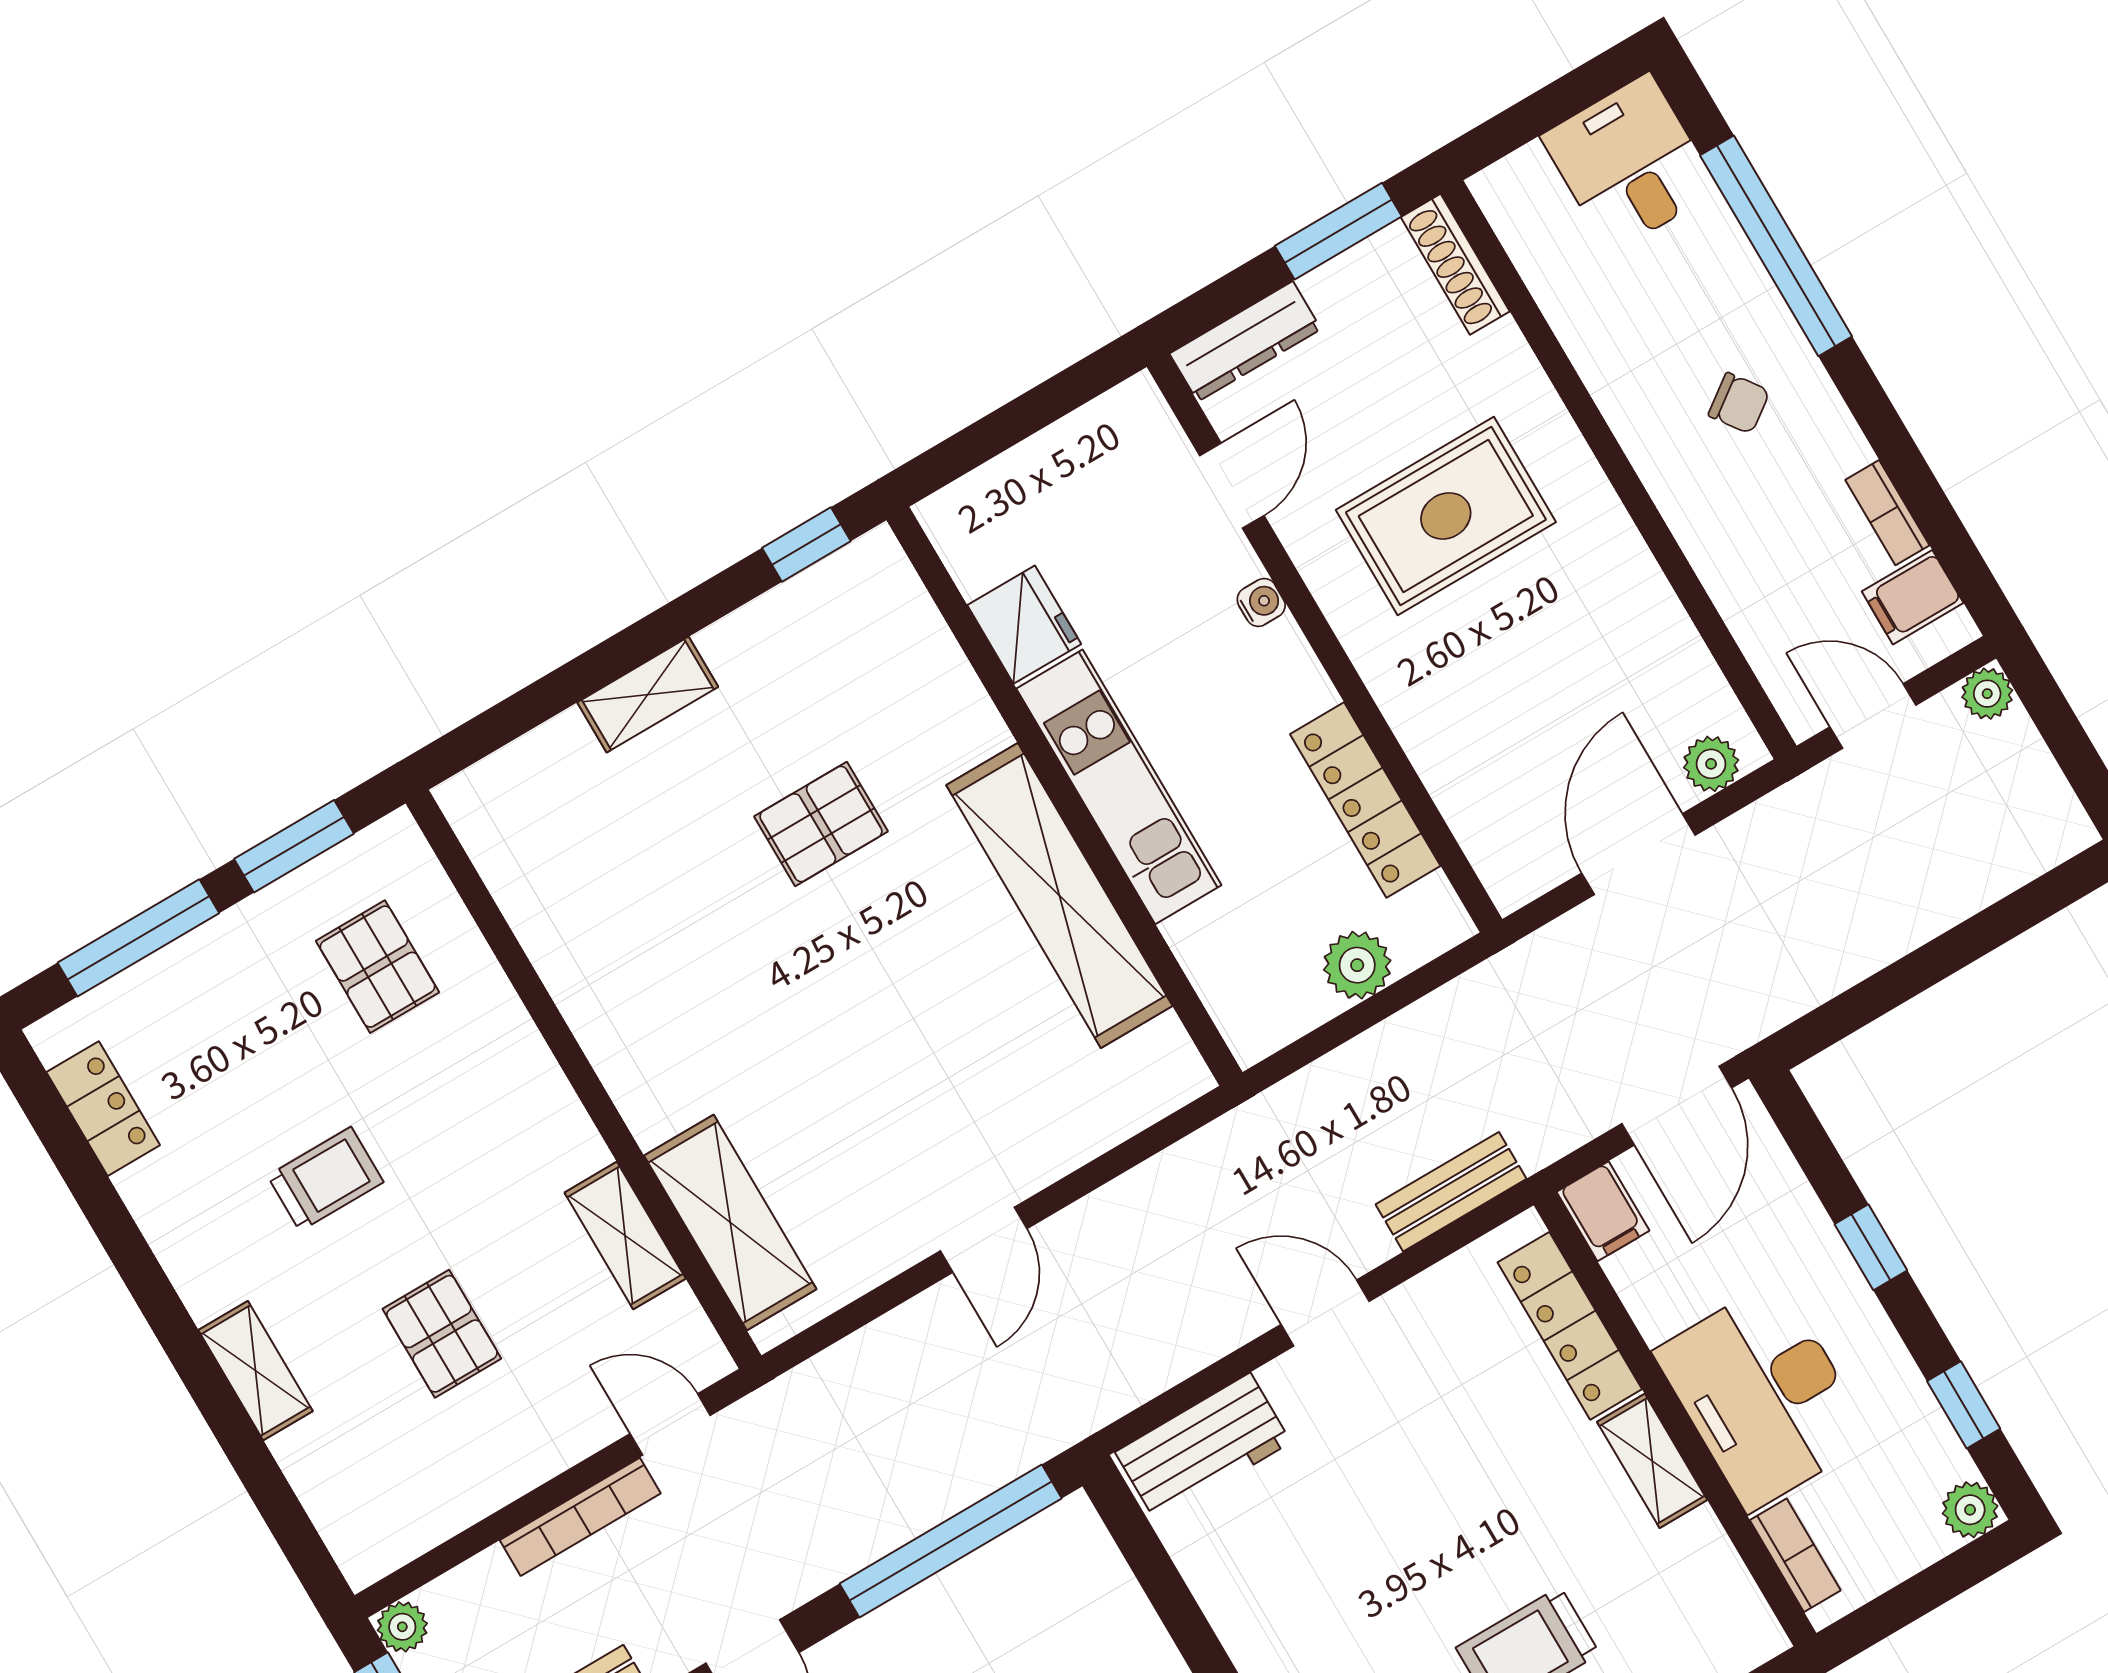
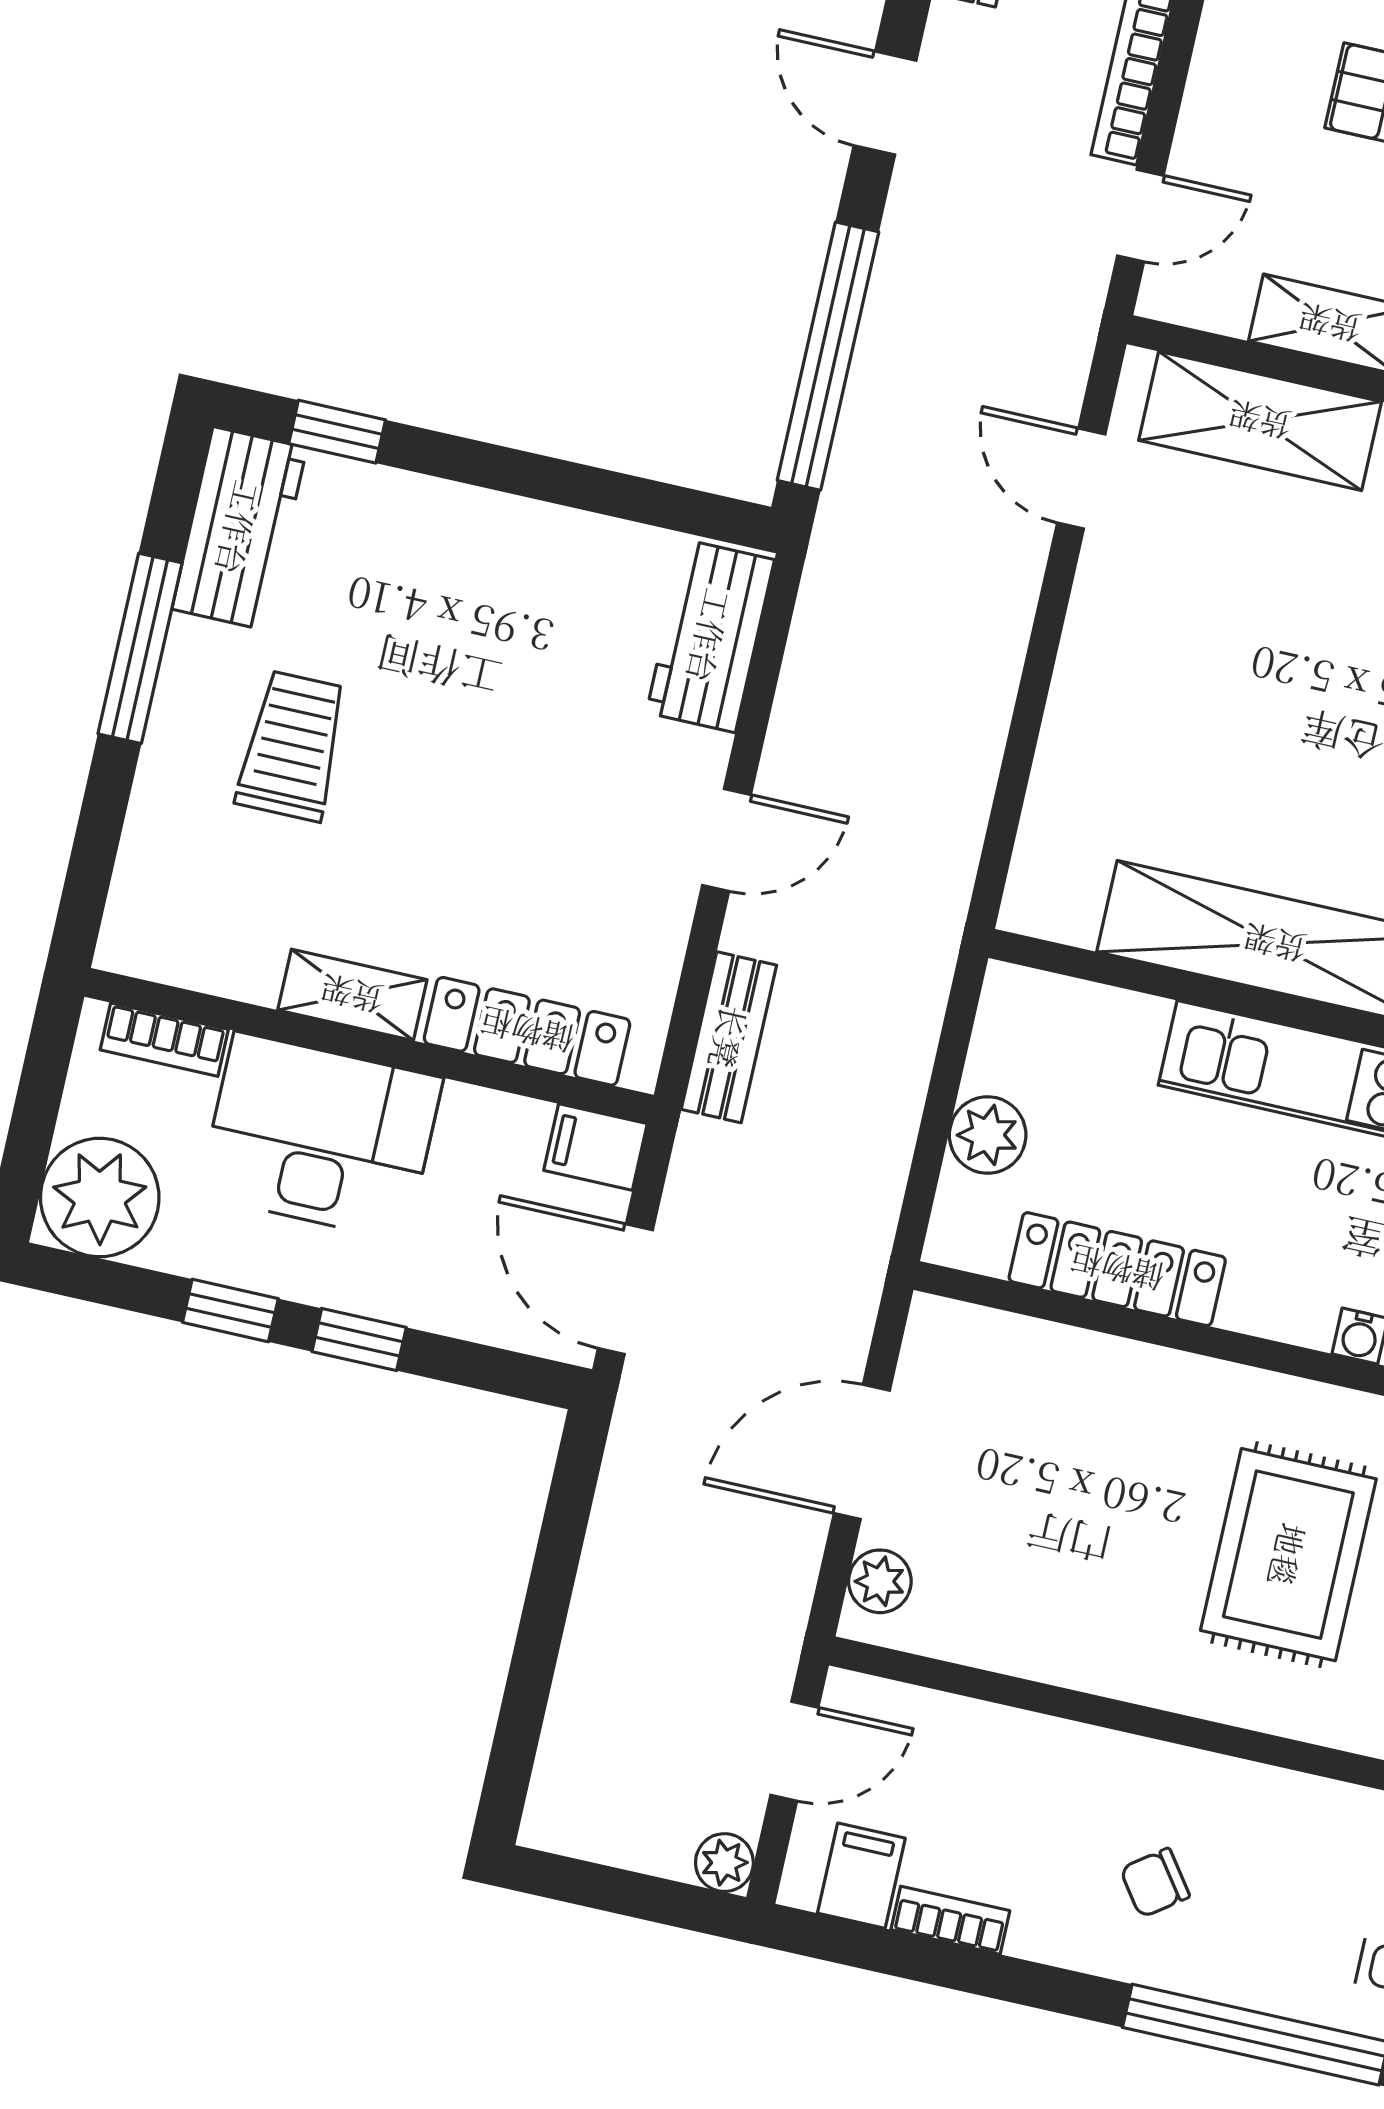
door: (1638, 854) -> (862, 1452), swing flipped
door: (984, 1240) -> (1081, 478), moved
window: (1964, 1405) -> (230, 1310), moved
plant: (1970, 1510) -> (100, 1198), width x1.87, depth x1.87

